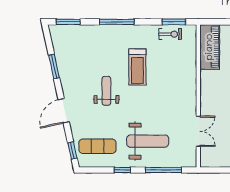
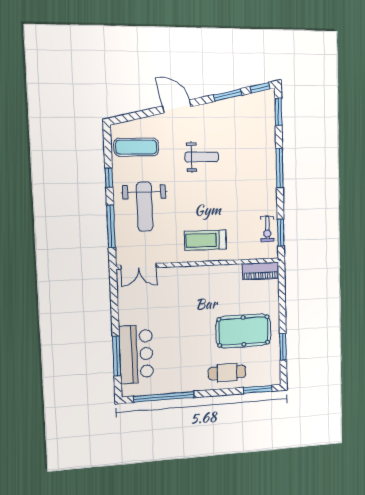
piano: (210, 47) -> (261, 271), width x0.73, depth x0.75
treadmill: (137, 67) -> (205, 240), moved
double door: (198, 131) -> (139, 266), moved
exercise mat: (97, 146) -> (136, 147), turned 90
window: (72, 150) -> (260, 88), moved

